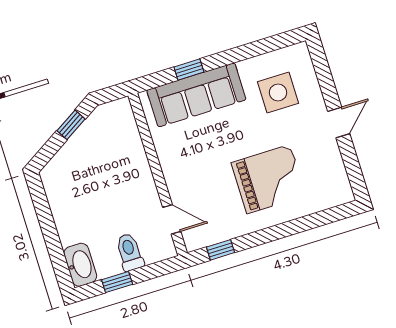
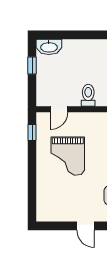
grand piano: (269, 179) -> (68, 156), moved
toilet: (130, 252) -> (88, 95), moved, turned -90

